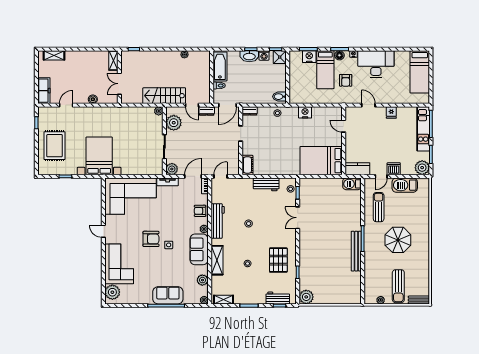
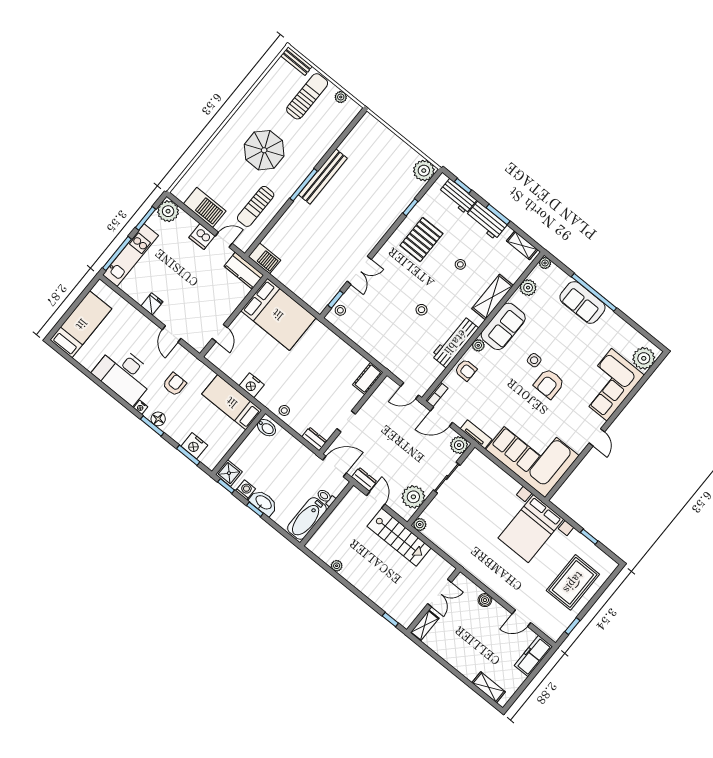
bed: (325, 70) -> (232, 402), moved, turned -90
workbench: (266, 184) -> (486, 220), moved, turned 180
armchair: (151, 239) -> (549, 384), turned -90

